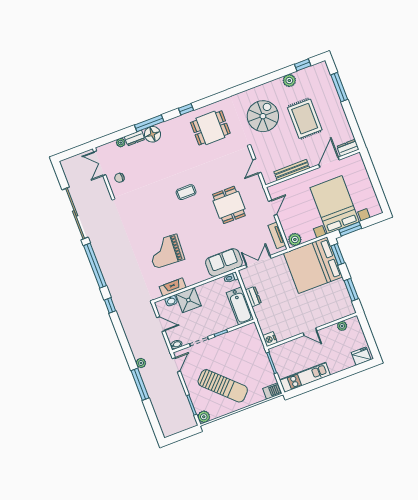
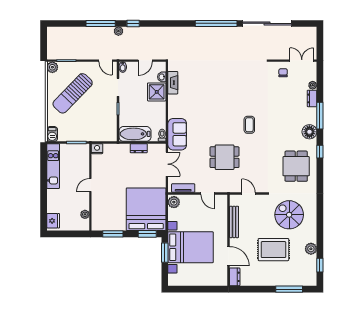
spiral stairs: (263, 116) -> (289, 215), turned 180
floor lamp: (153, 134) -> (309, 132), moved
grand piano: (166, 251) -> (206, 88), removed
window: (110, 305) -> (133, 23), moved

